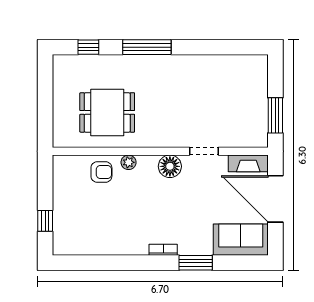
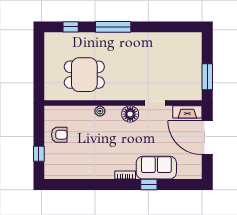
armchair: (101, 172) -> (59, 135), moved
sofa: (241, 240) -> (156, 168), moved
window: (196, 263) -> (149, 184), width x0.67

